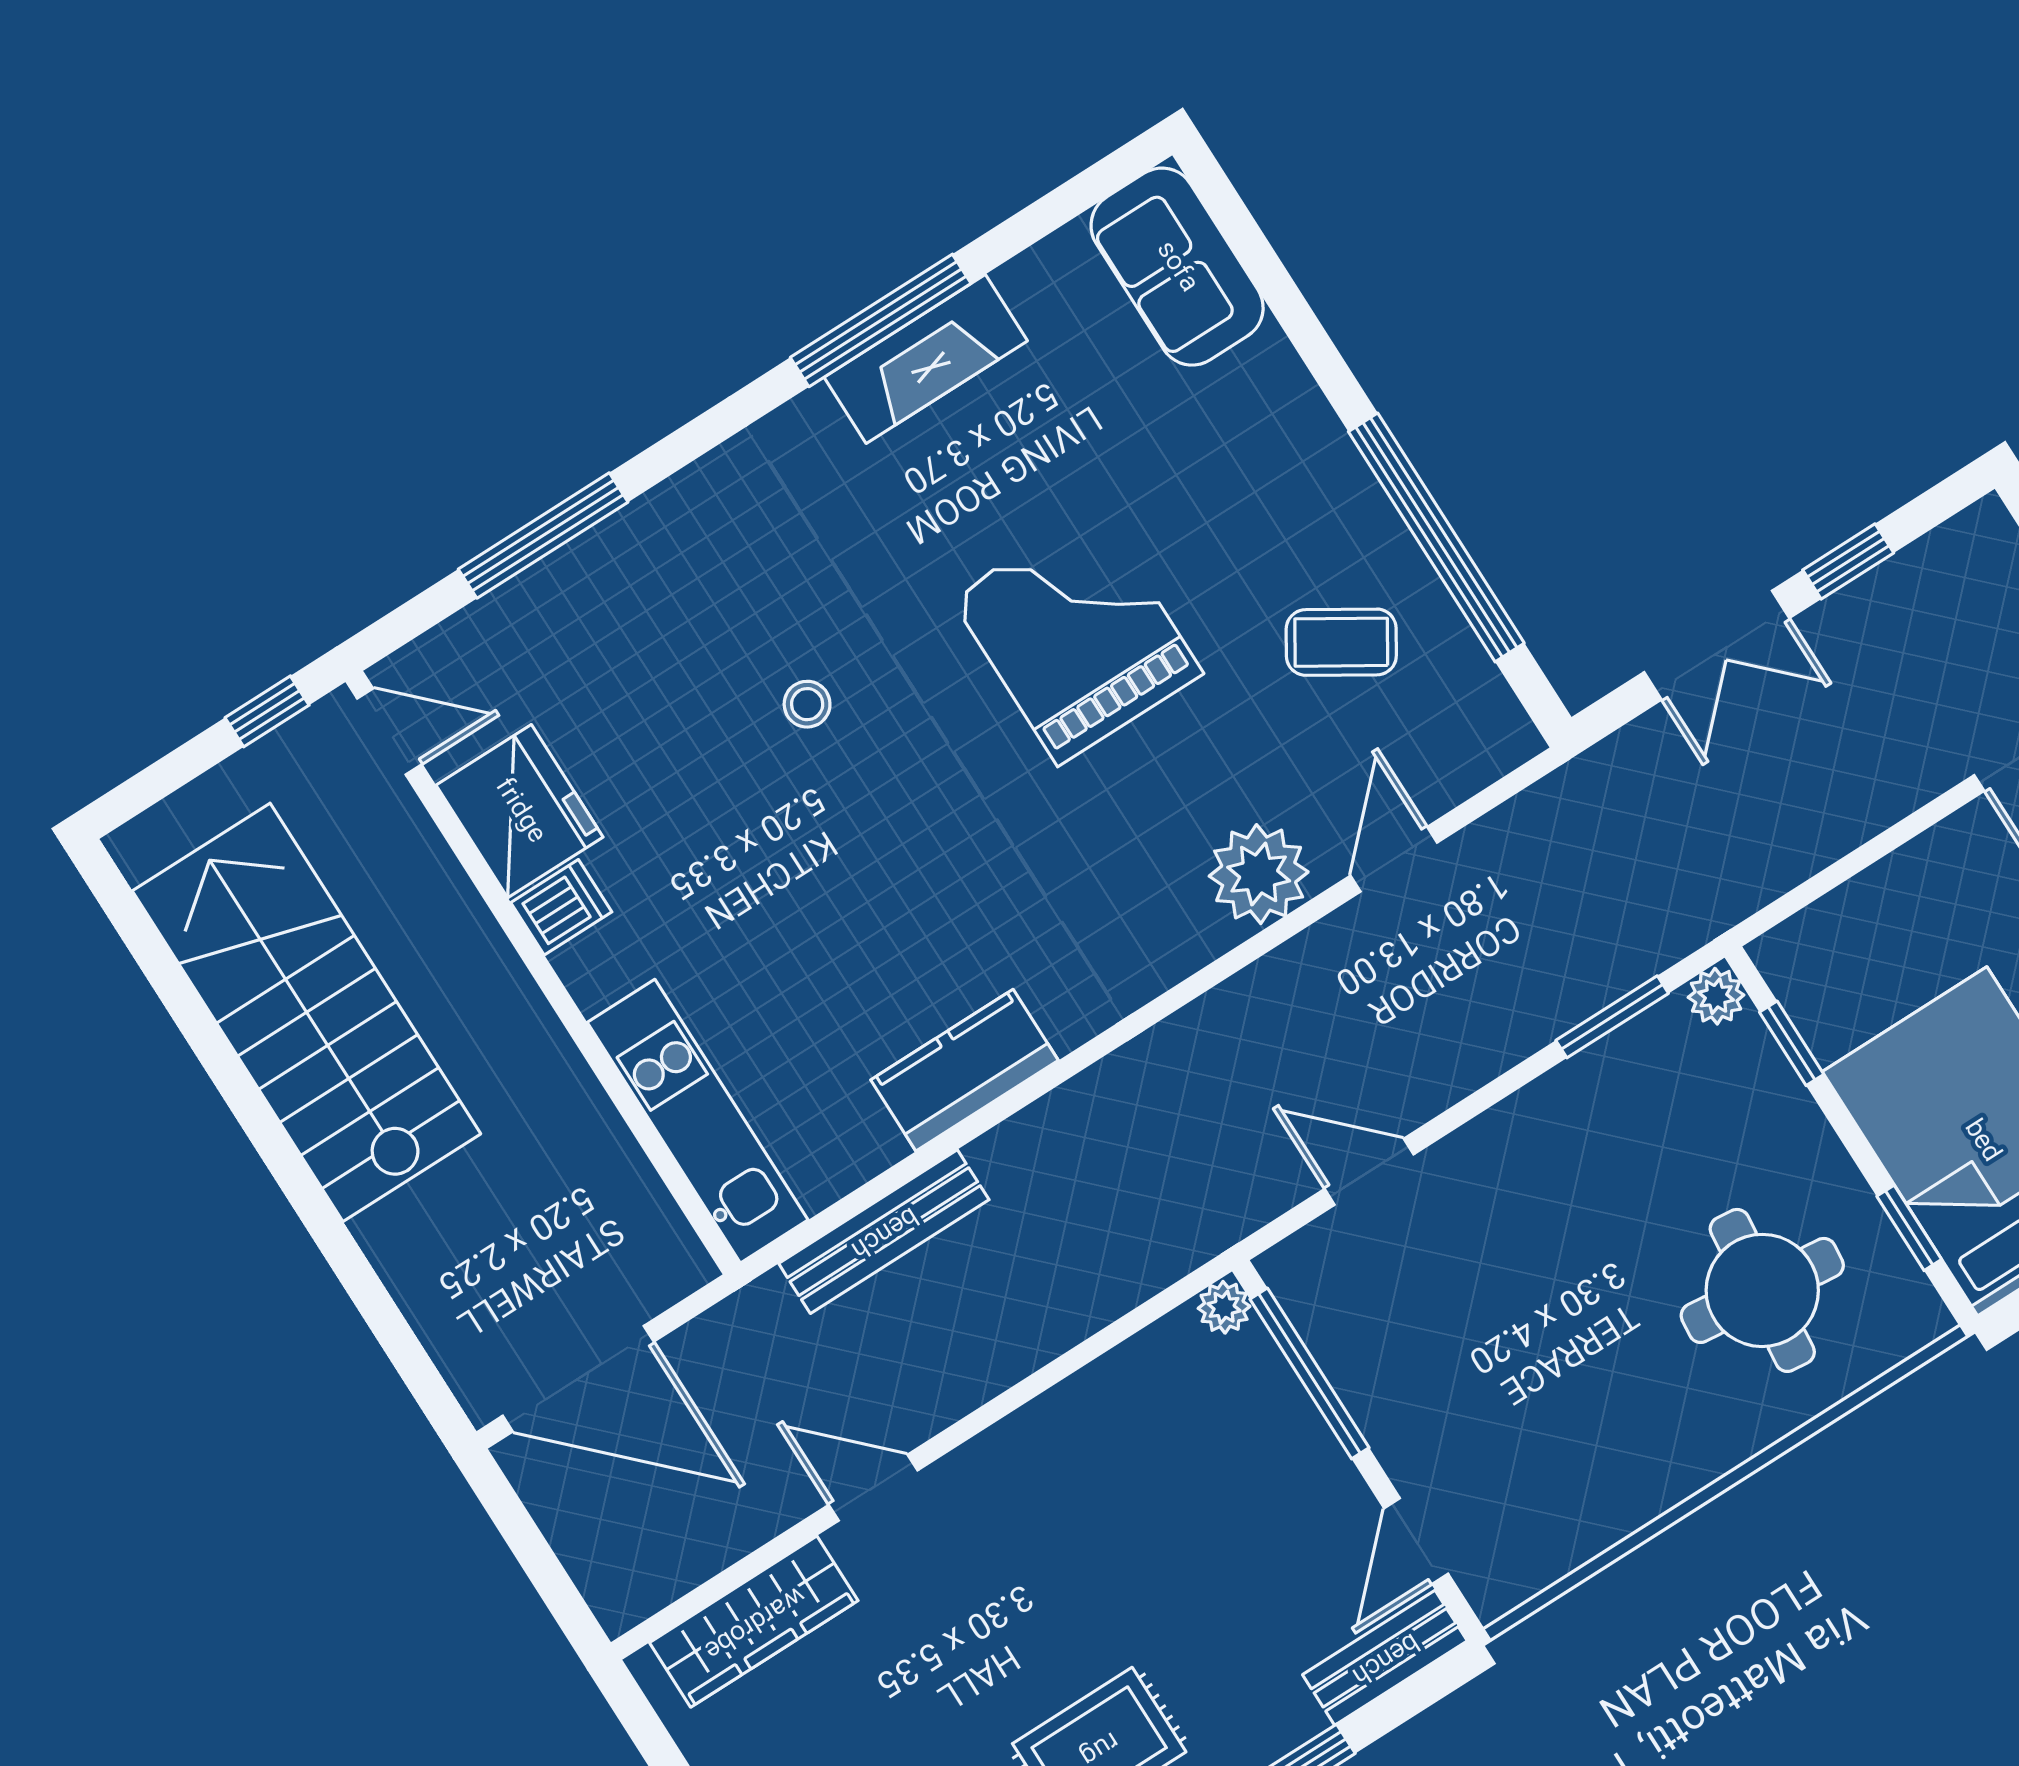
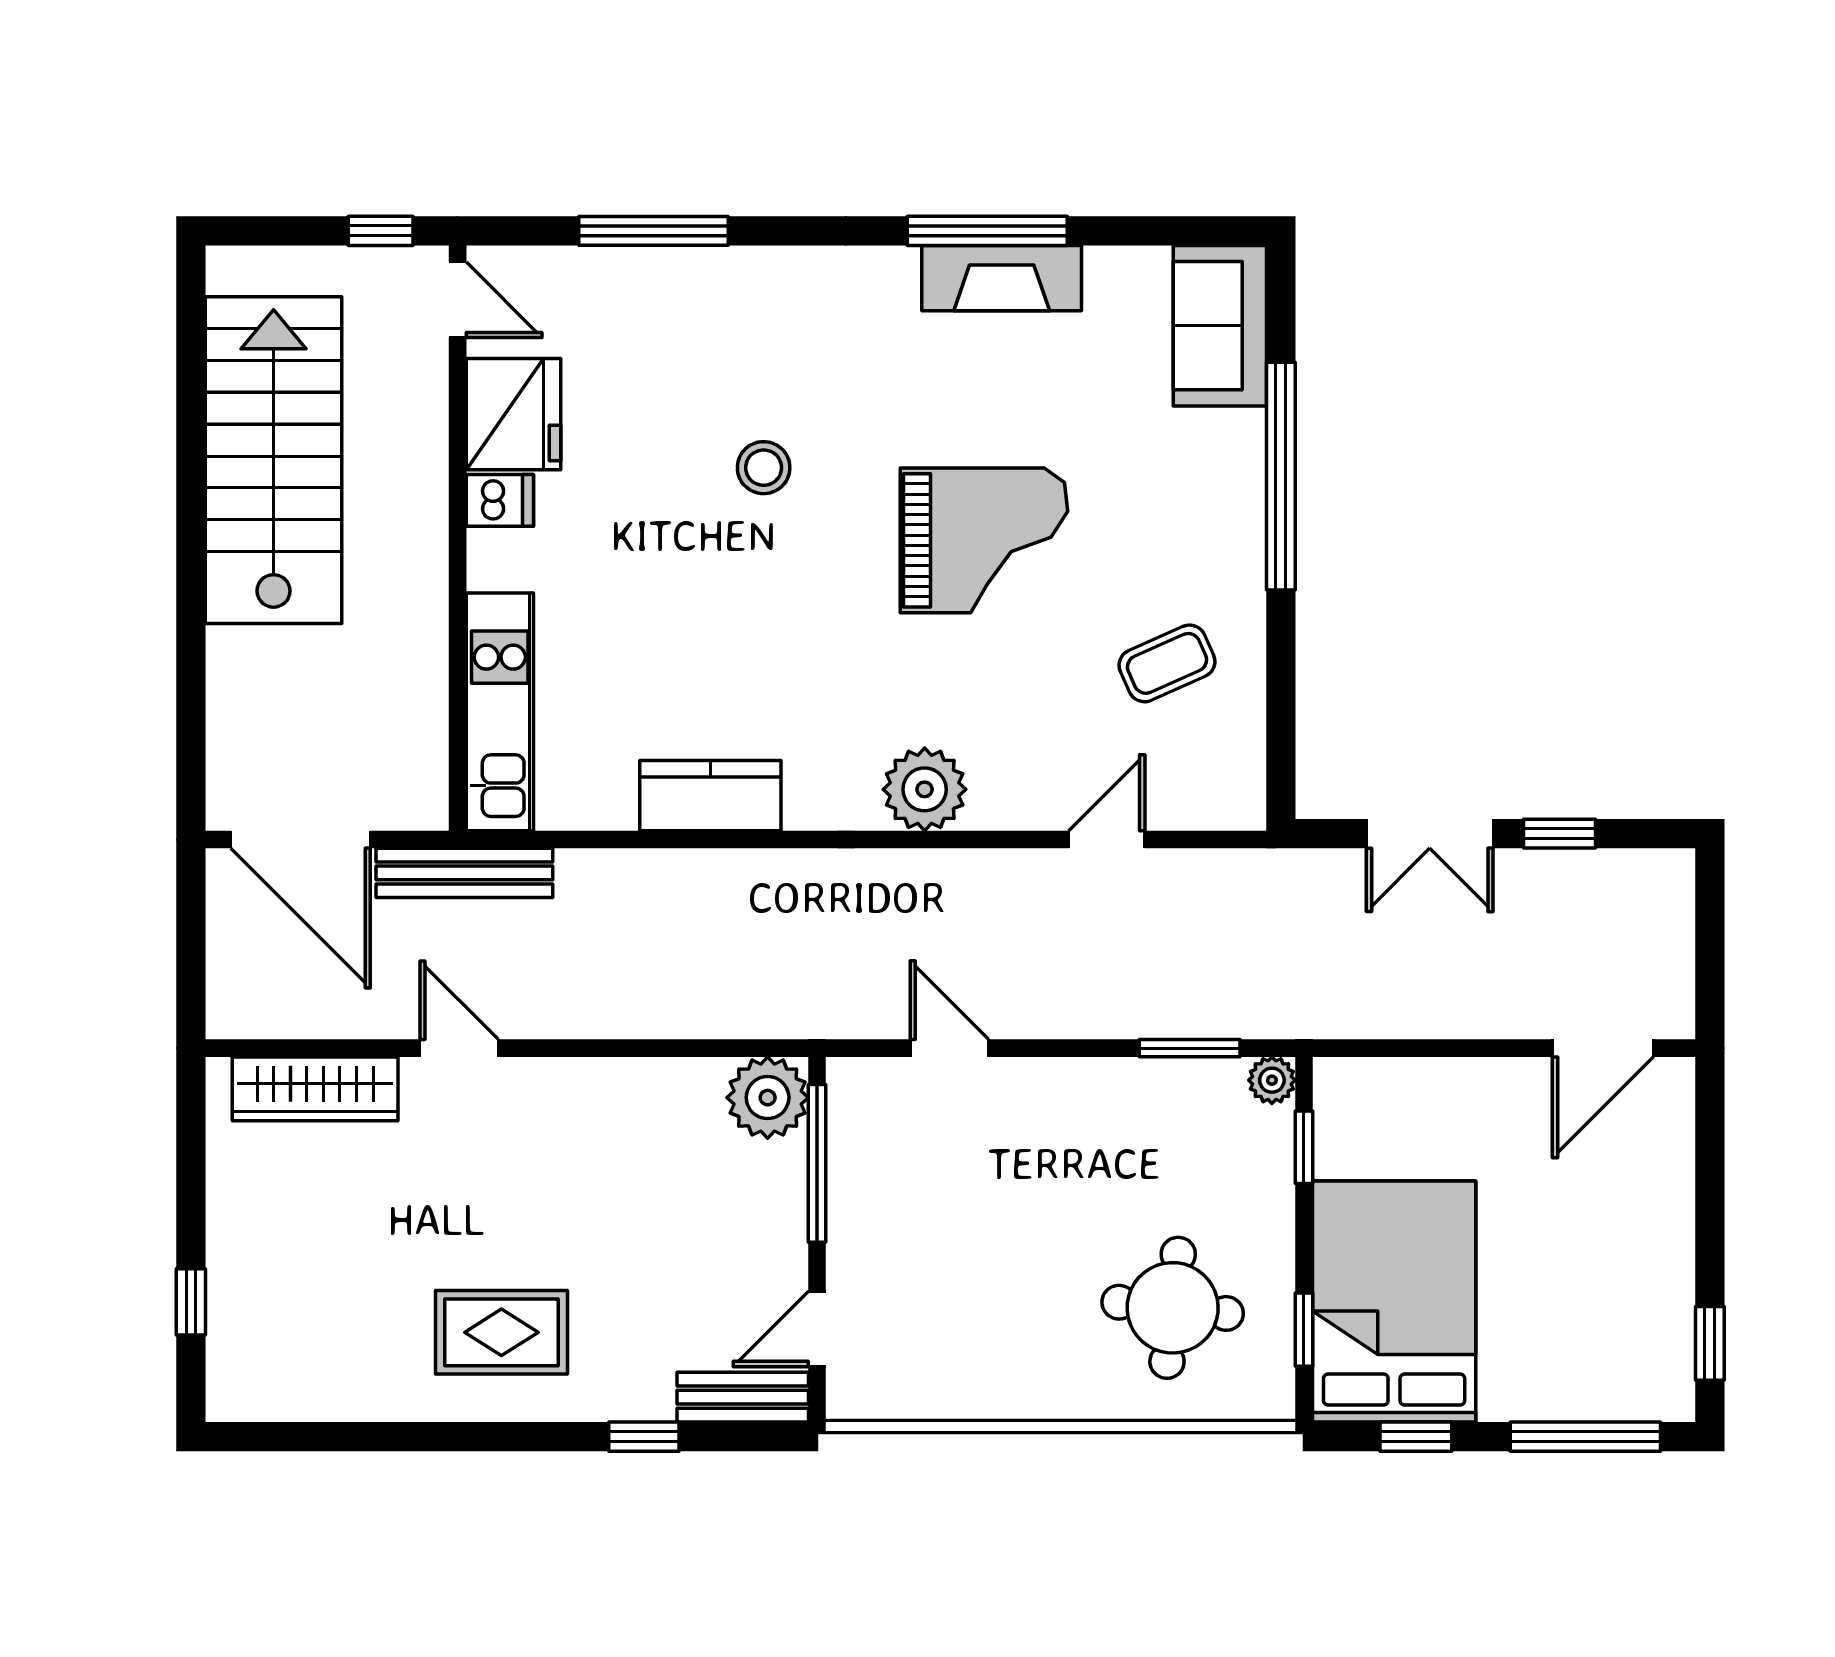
window: (1436, 537) -> (1281, 476), moved
grand piano: (1077, 636) -> (984, 540), turned 90
coffee table: (1341, 642) -> (1167, 663), turned -56
stool: (807, 704) -> (764, 468), width x1.37, depth x1.37
plant: (1259, 874) -> (925, 789), moved
bench: (884, 1232) -> (464, 873), moved
plant: (1224, 1307) -> (768, 1098), width x1.88, depth x1.88

